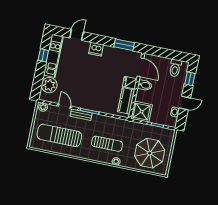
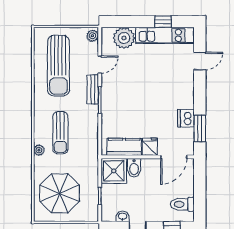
door: (77, 35) -> (200, 61), hinge flipped
dishwasher: (96, 49) -> (186, 118), moved
bidet: (145, 85) -> (134, 168), moved
sun lounger: (59, 135) -> (58, 66), turned 180

